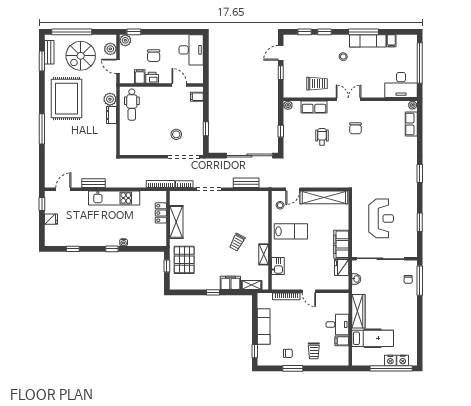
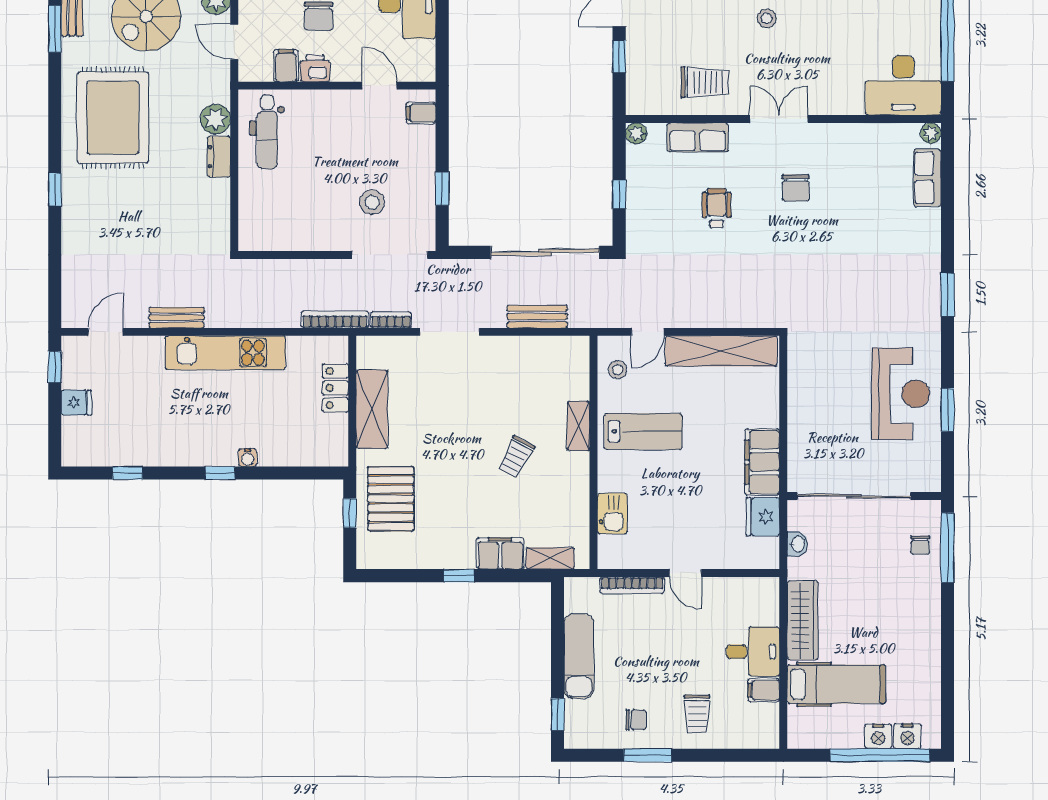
window: (42, 129) -> (55, 189), width x0.46
reception desk: (381, 218) -> (901, 394), moved
shelving: (264, 254) -> (578, 426), moved

